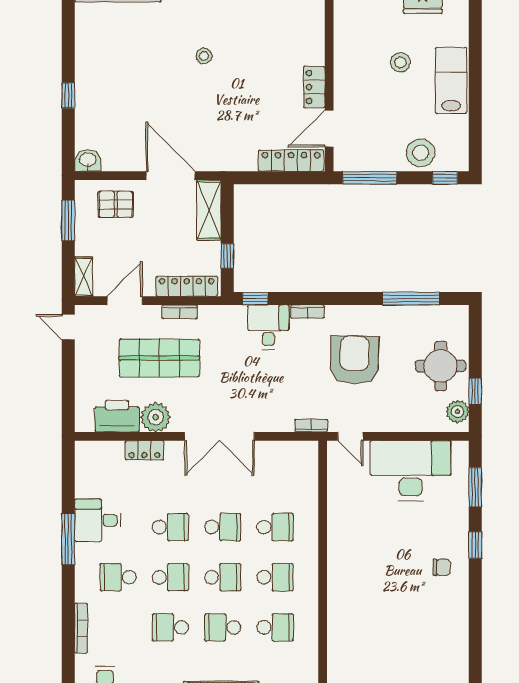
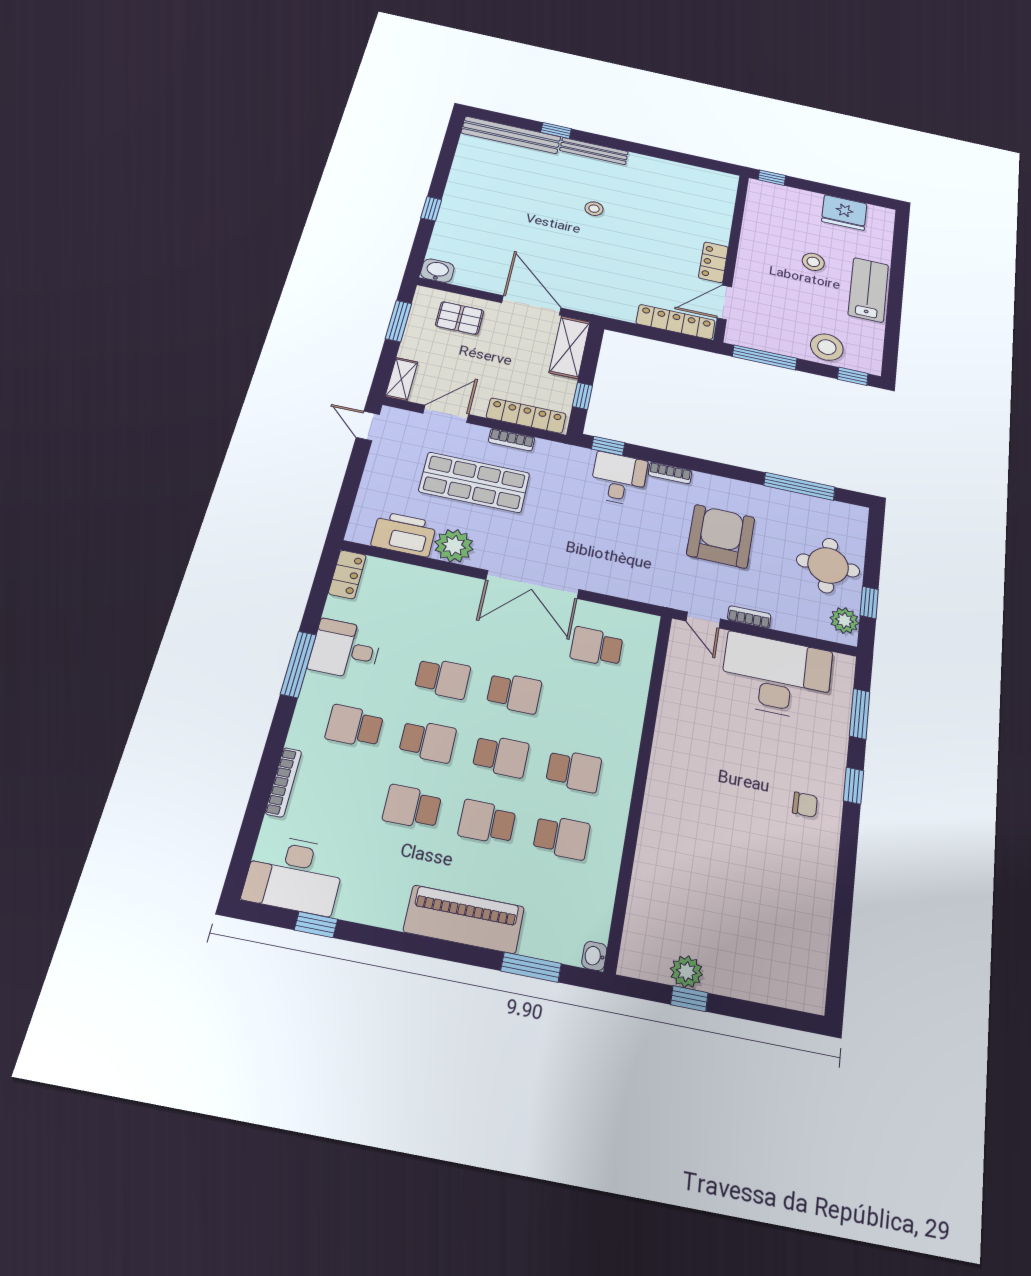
bookcase: (311, 426) -> (749, 617), moved
locker: (144, 450) -> (347, 574), moved, turned -90
school desk: (275, 527) -> (597, 647), moved, turned 180

